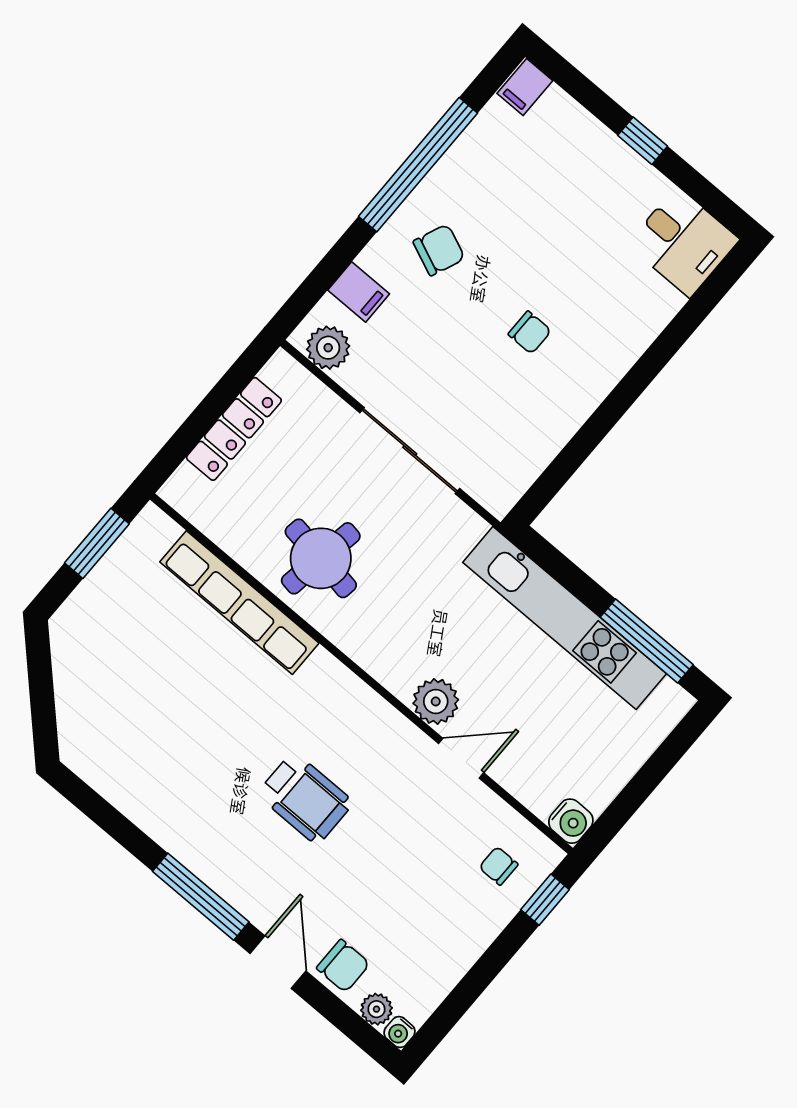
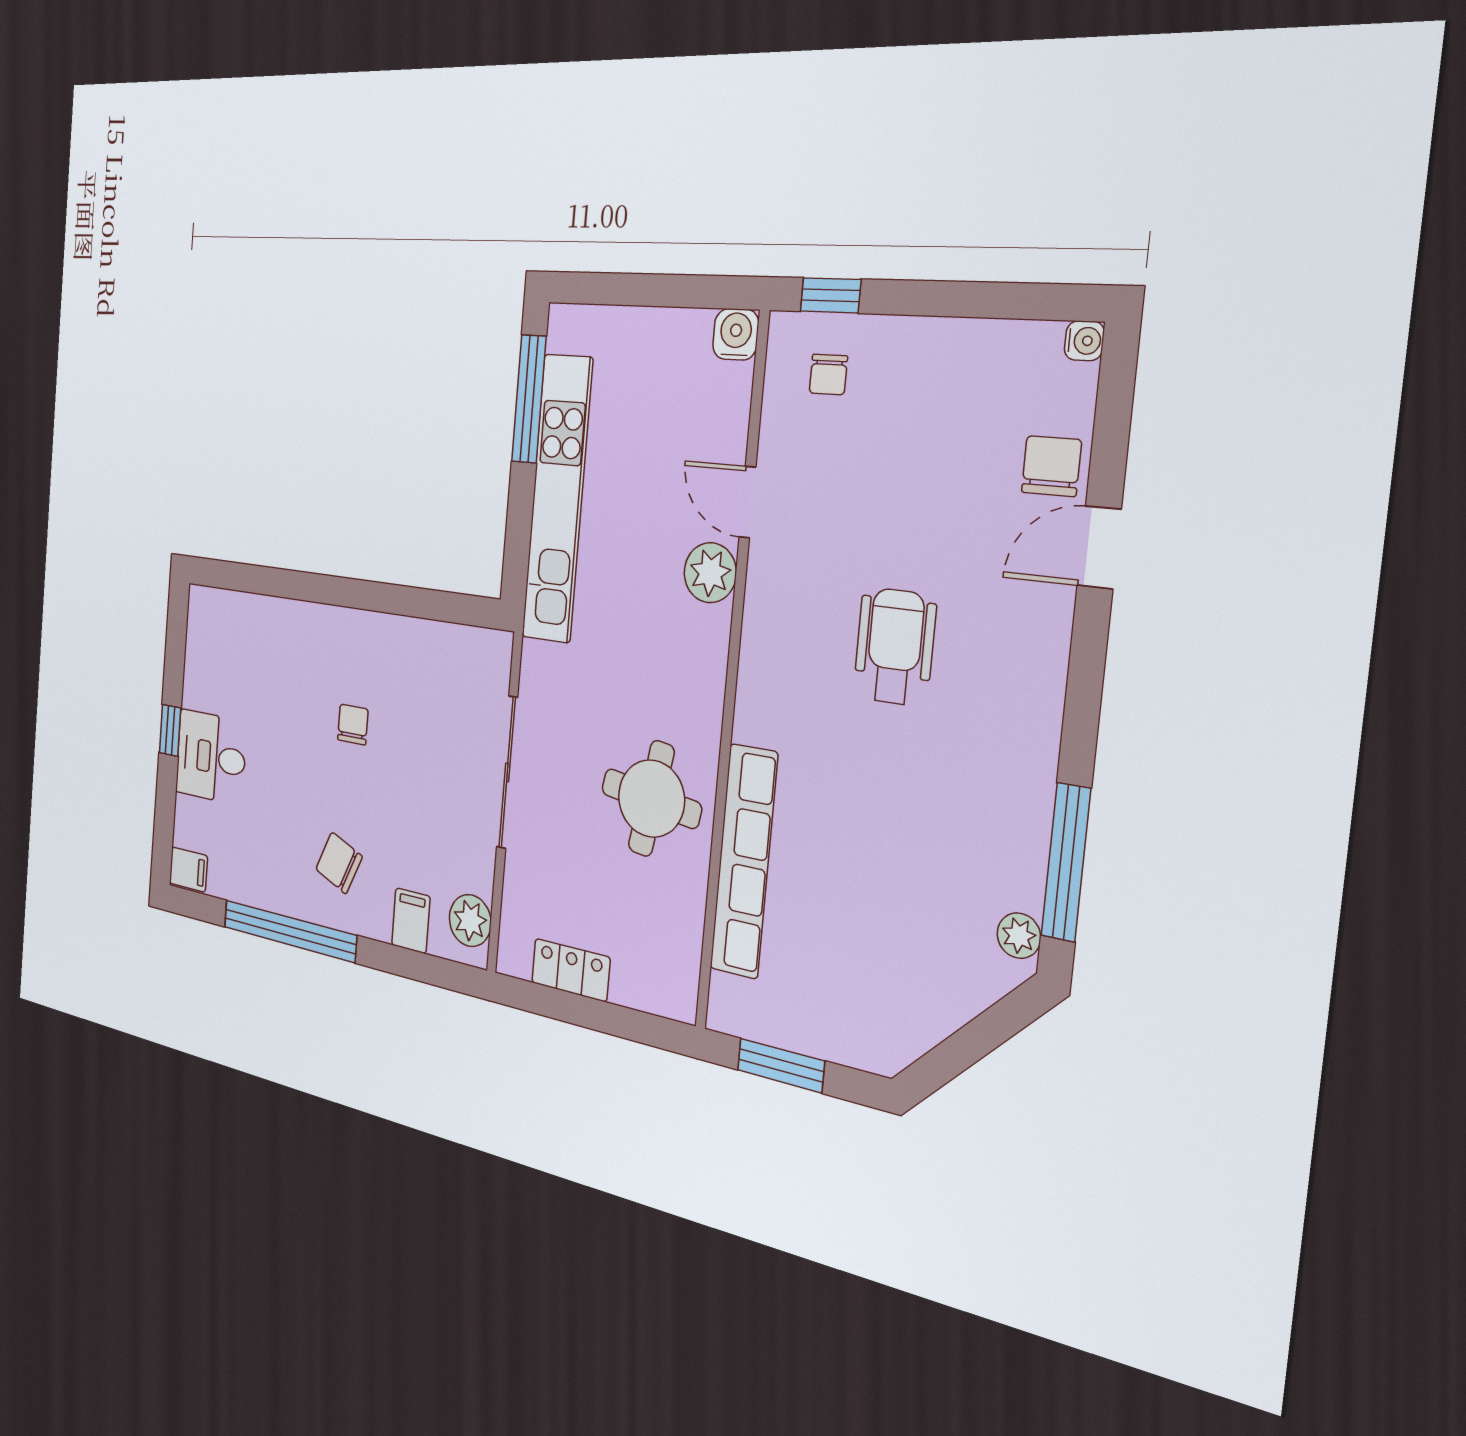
desk: (683, 242) -> (211, 757), moved, turned -90
locker: (234, 429) -> (571, 970), width x0.66
window: (201, 897) -> (1066, 862), moved
plant: (376, 1009) -> (1019, 936), moved

